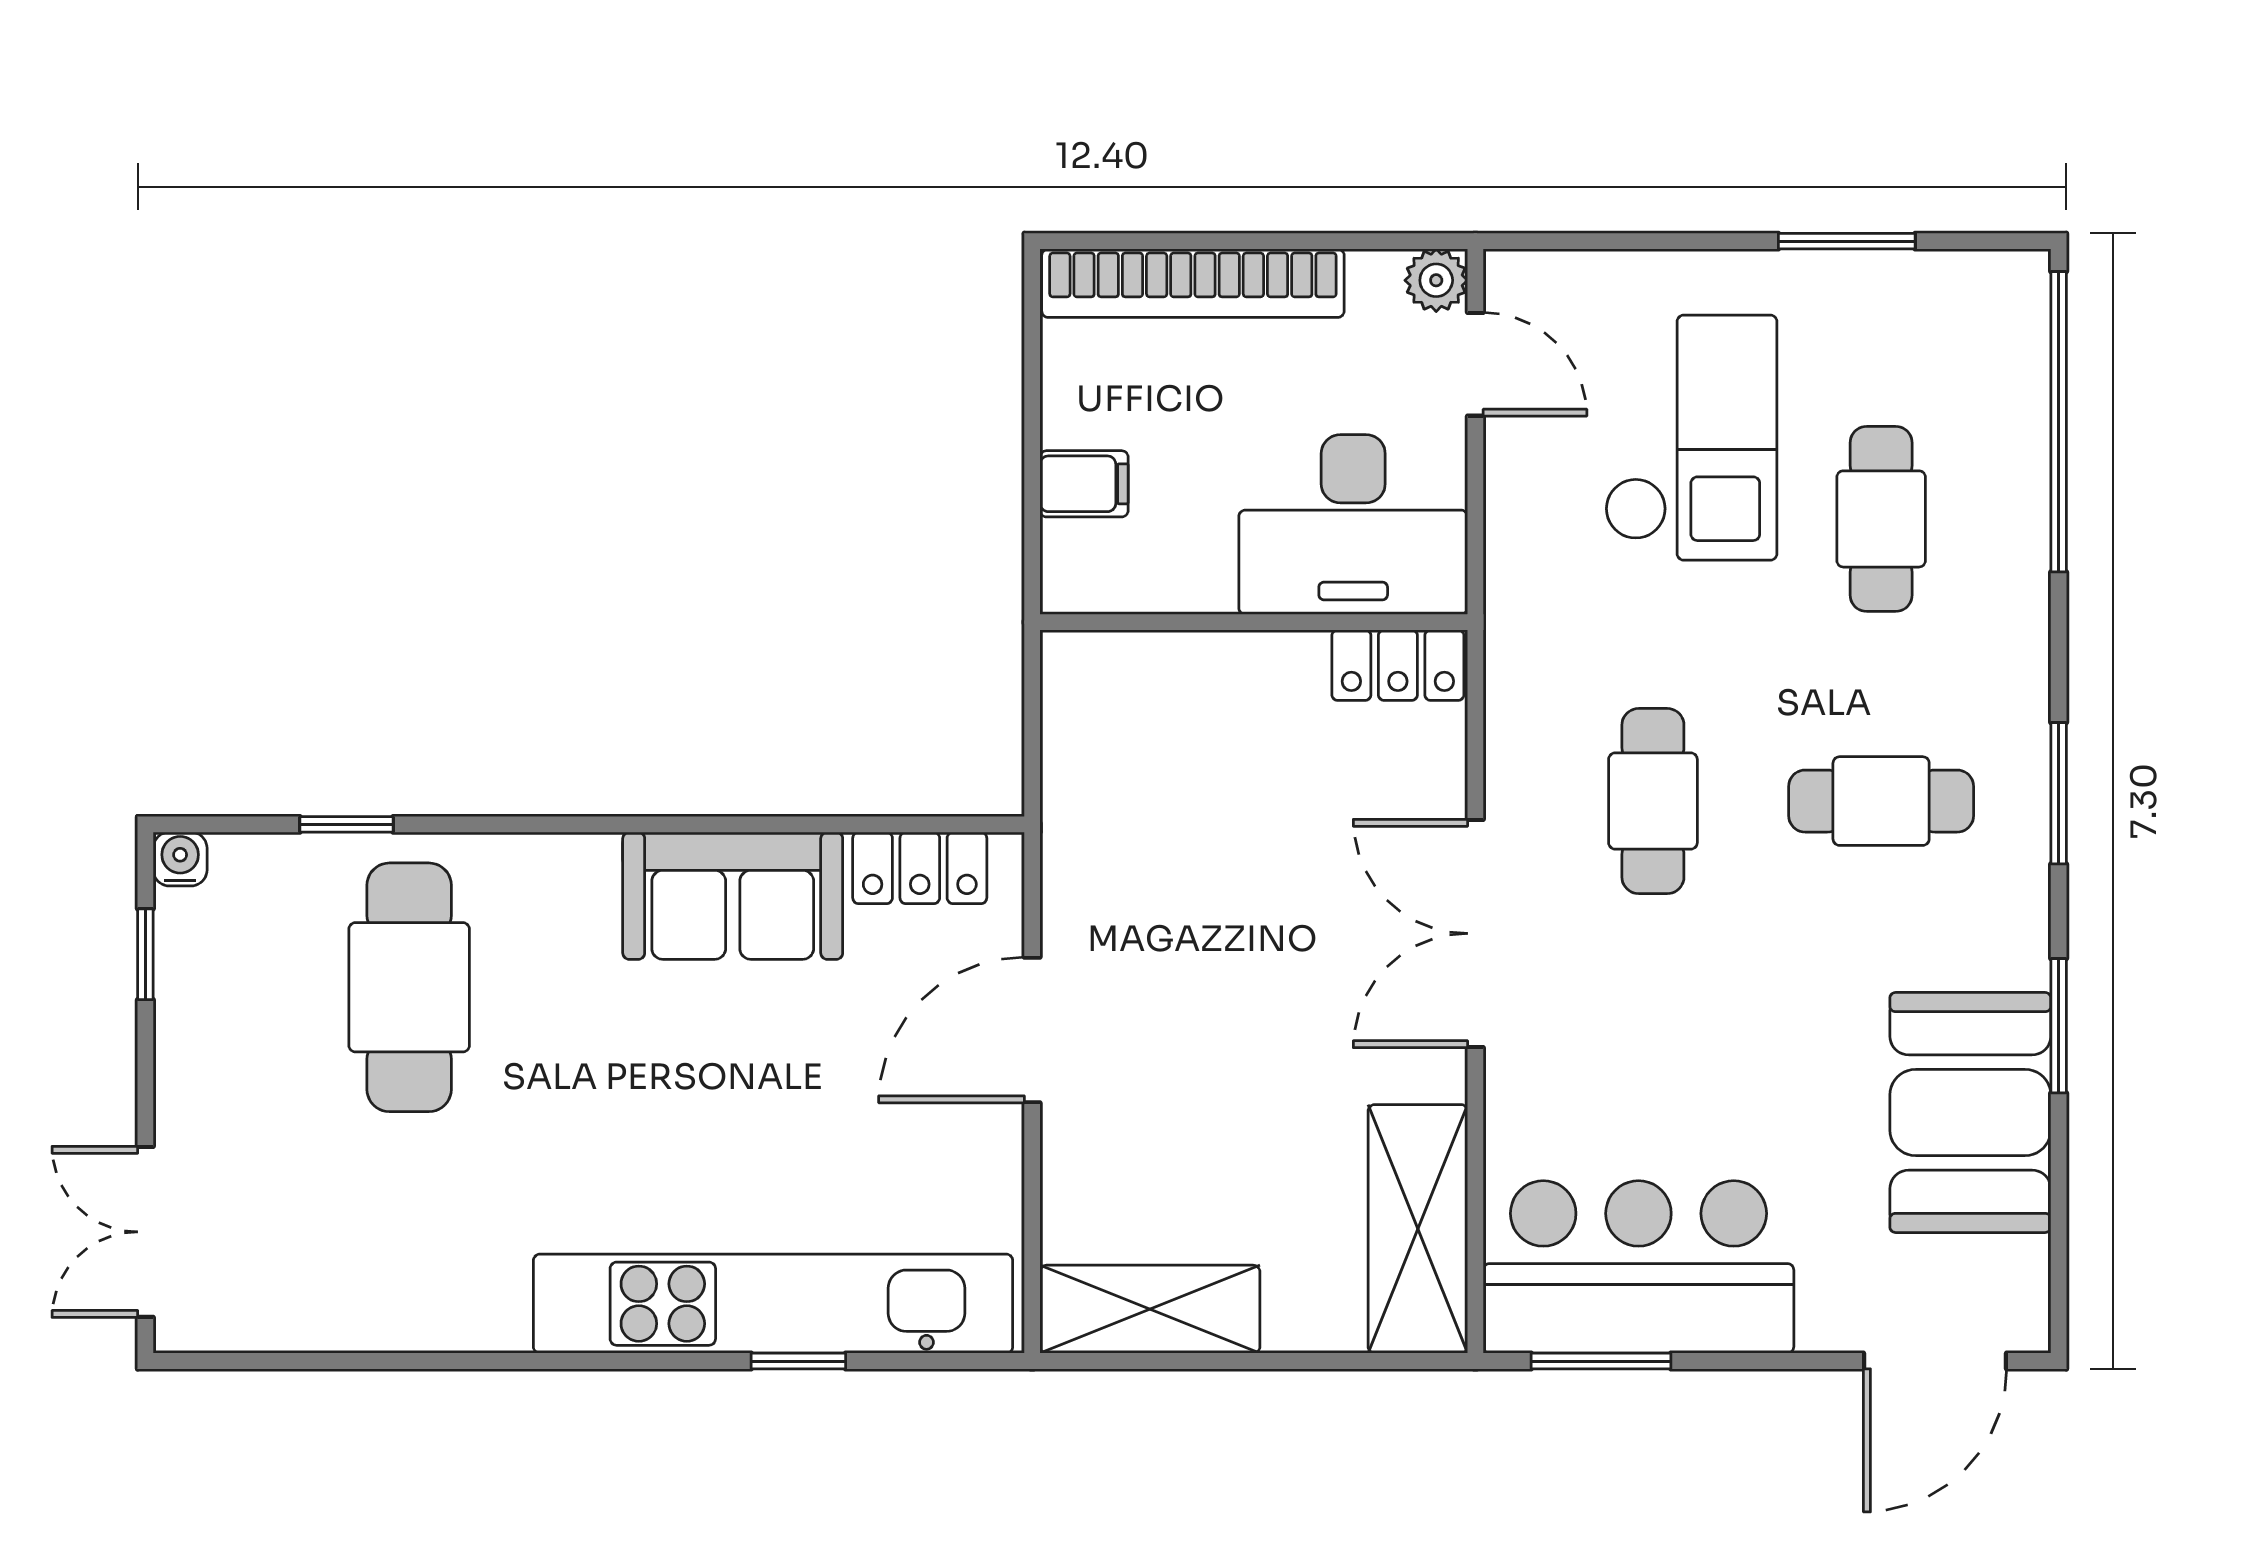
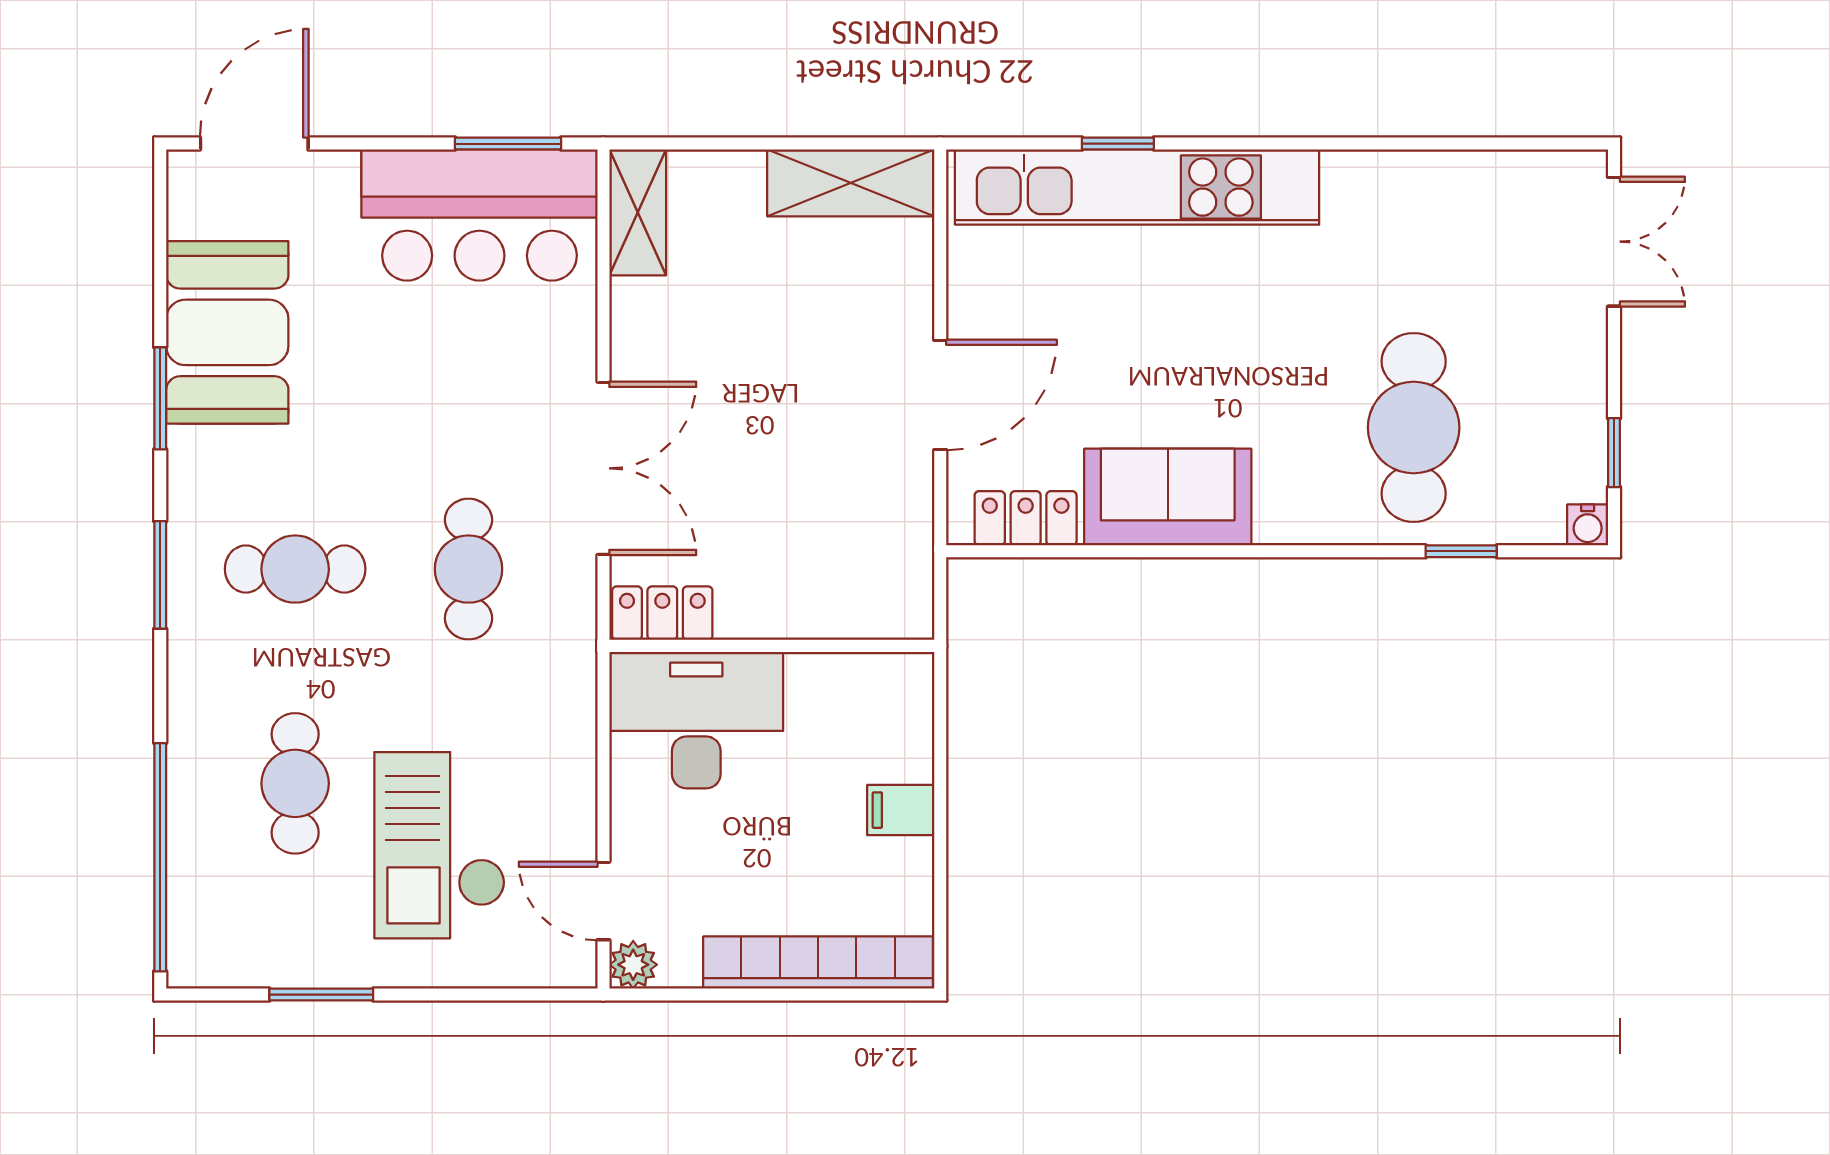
desk: (1353, 524) -> (696, 720), moved
wall: (1254, 622) -> (772, 646), moved
locker: (1398, 665) -> (662, 613), moved
shelving: (1418, 1229) -> (638, 212), width x0.67, depth x0.75

